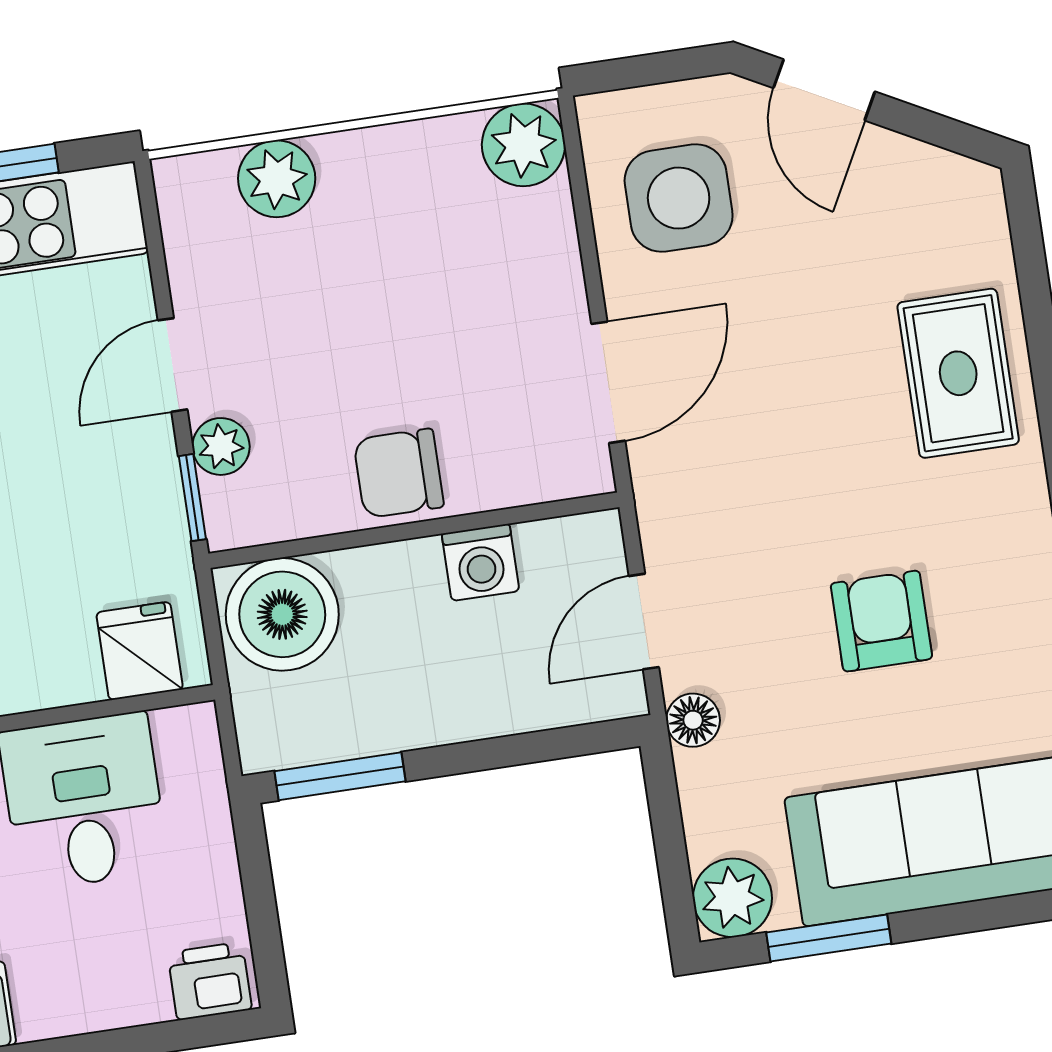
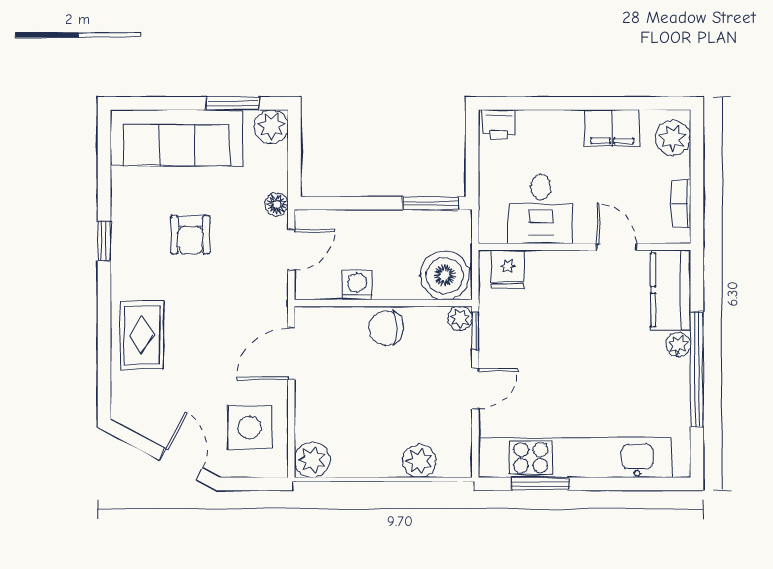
plant: (221, 446) -> (460, 318), moved
chair: (399, 473) -> (386, 328), turned 180

